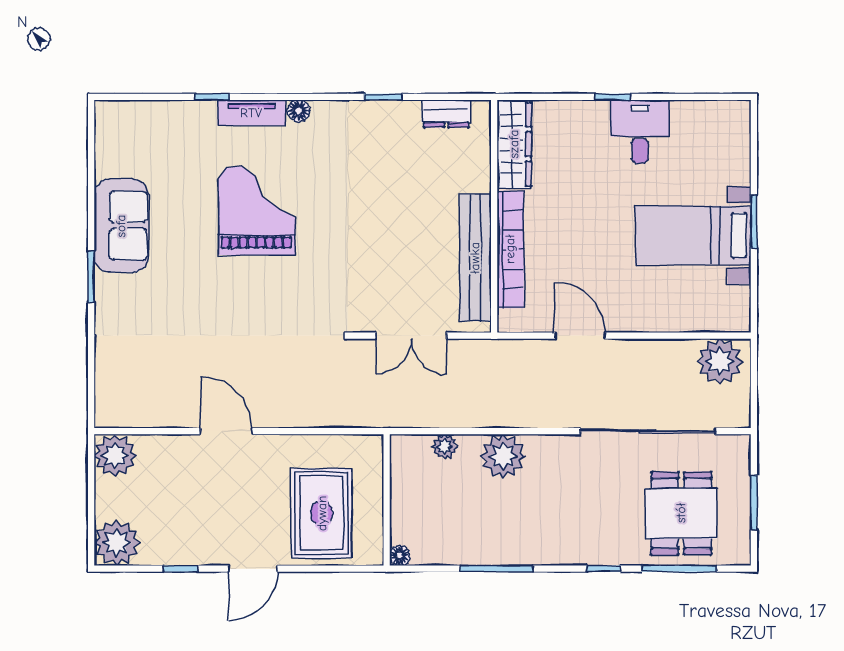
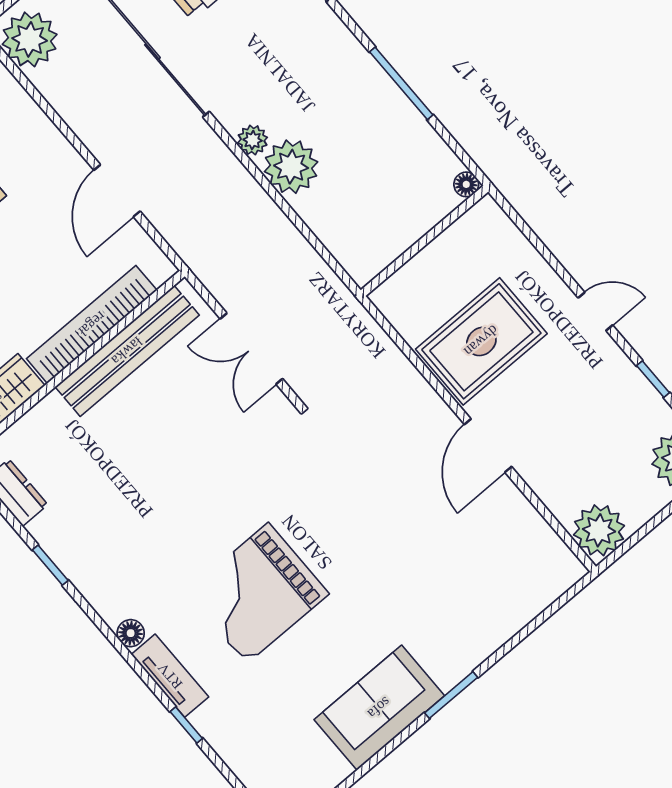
double door: (411, 336) -> (251, 349), swing flipped
plant: (445, 447) -> (253, 140), moved
rug: (322, 513) -> (481, 341), moved
door: (253, 569) -> (595, 311), width x0.73

